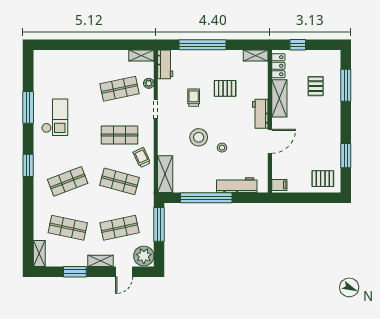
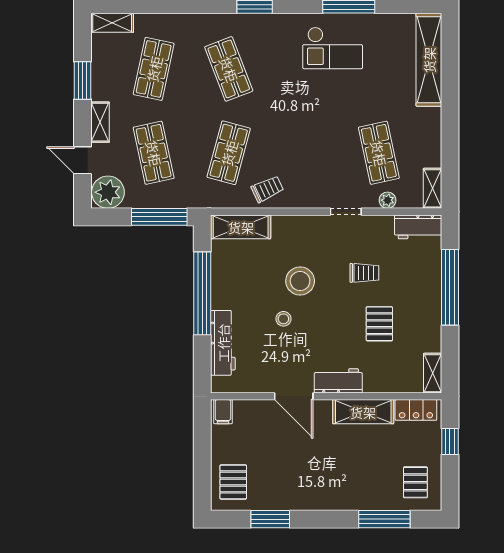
shelving: (62, 58) -> (429, 60), added
pallet: (316, 86) -> (415, 482), moved, turned 90
shop shelf: (119, 135) -> (304, 153), removed

